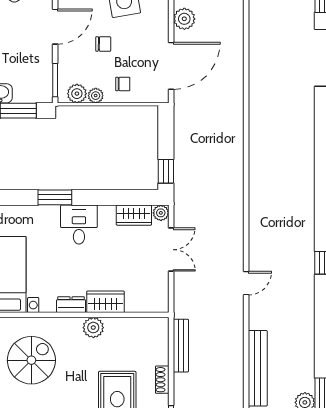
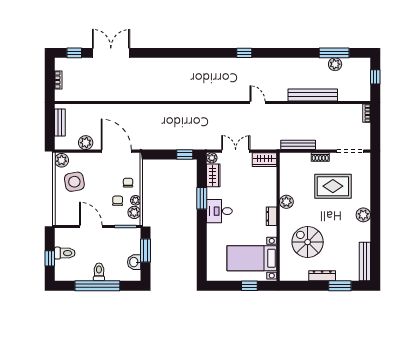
chair: (103, 44) -> (118, 201), moved
window: (55, 197) -> (202, 198), moved
wardrobe: (106, 302) -> (265, 160), moved, turned -90

